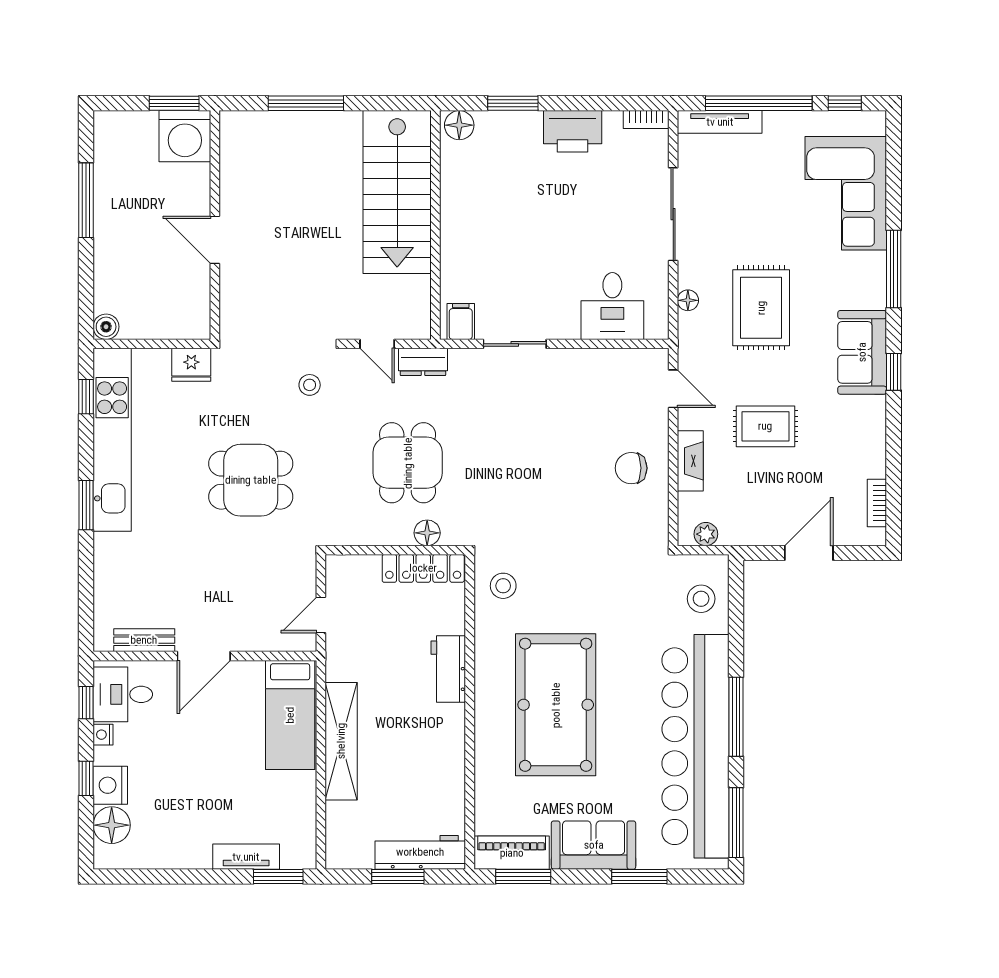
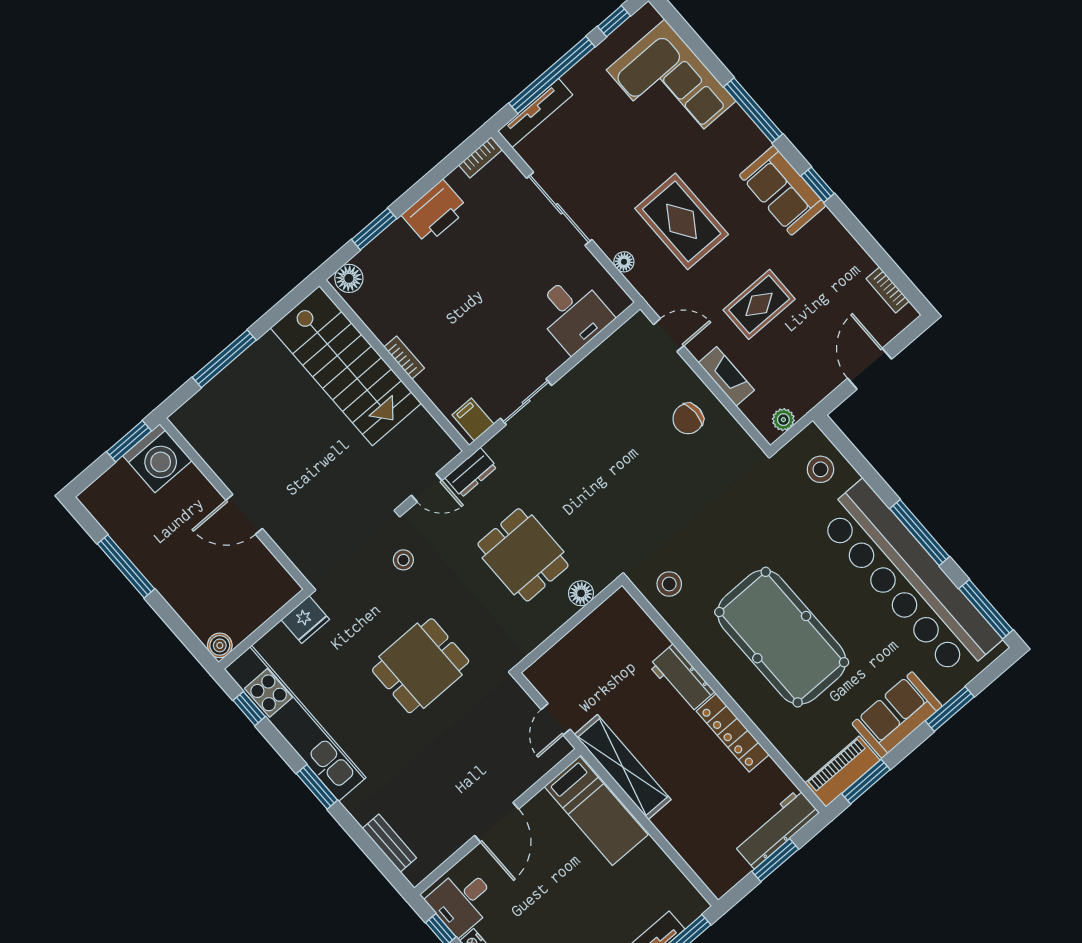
bookcase: (449, 226) -> (404, 358), added
locker: (423, 568) -> (733, 733), moved, turned 90
bench: (144, 640) -> (389, 843), moved, turned 90
shelving: (341, 741) -> (623, 767), moved

